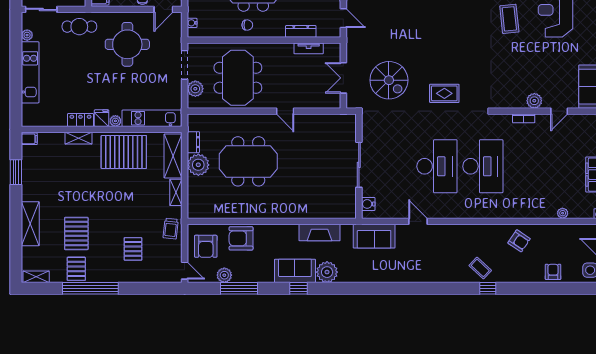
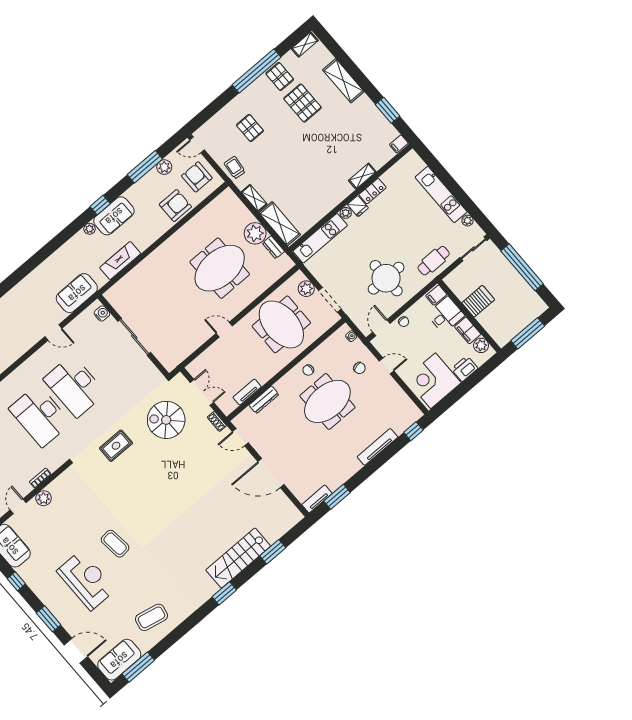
shoe rack: (351, 46) -> (217, 421), added
pallet: (124, 152) -> (319, 195), removed
plant: (327, 272) -> (90, 229), width x0.53, depth x0.53

